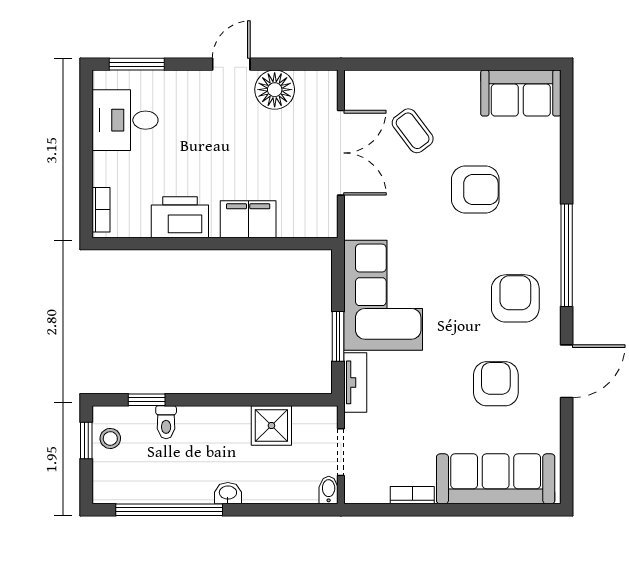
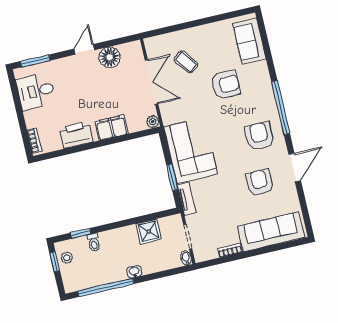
sofa: (521, 93) -> (249, 41), moved, turned 90
plant: (326, 226) -> (153, 122), added

